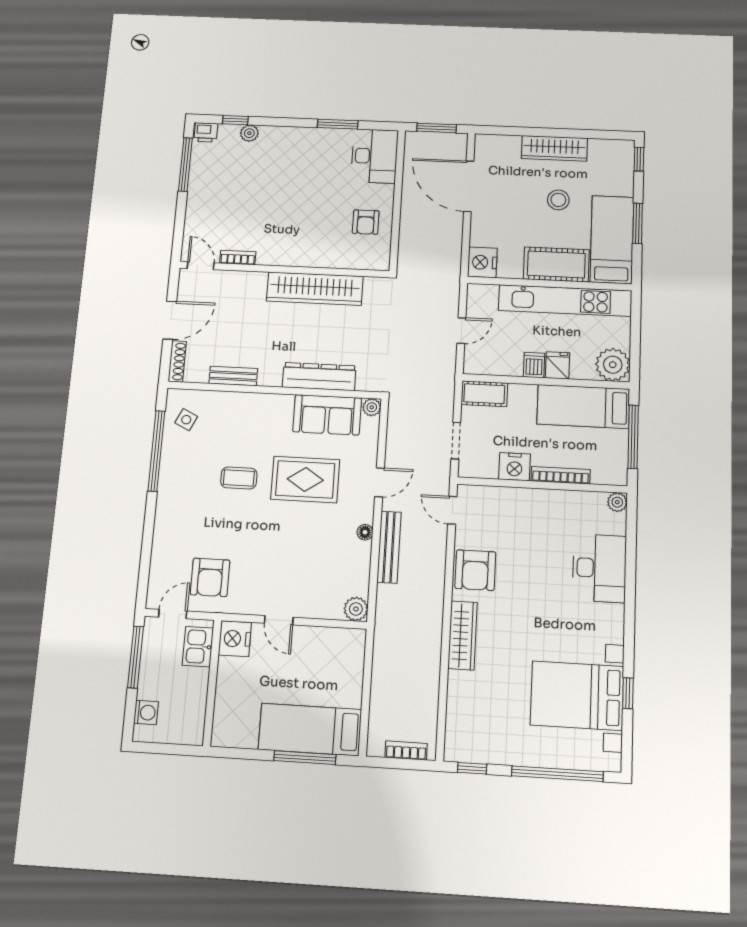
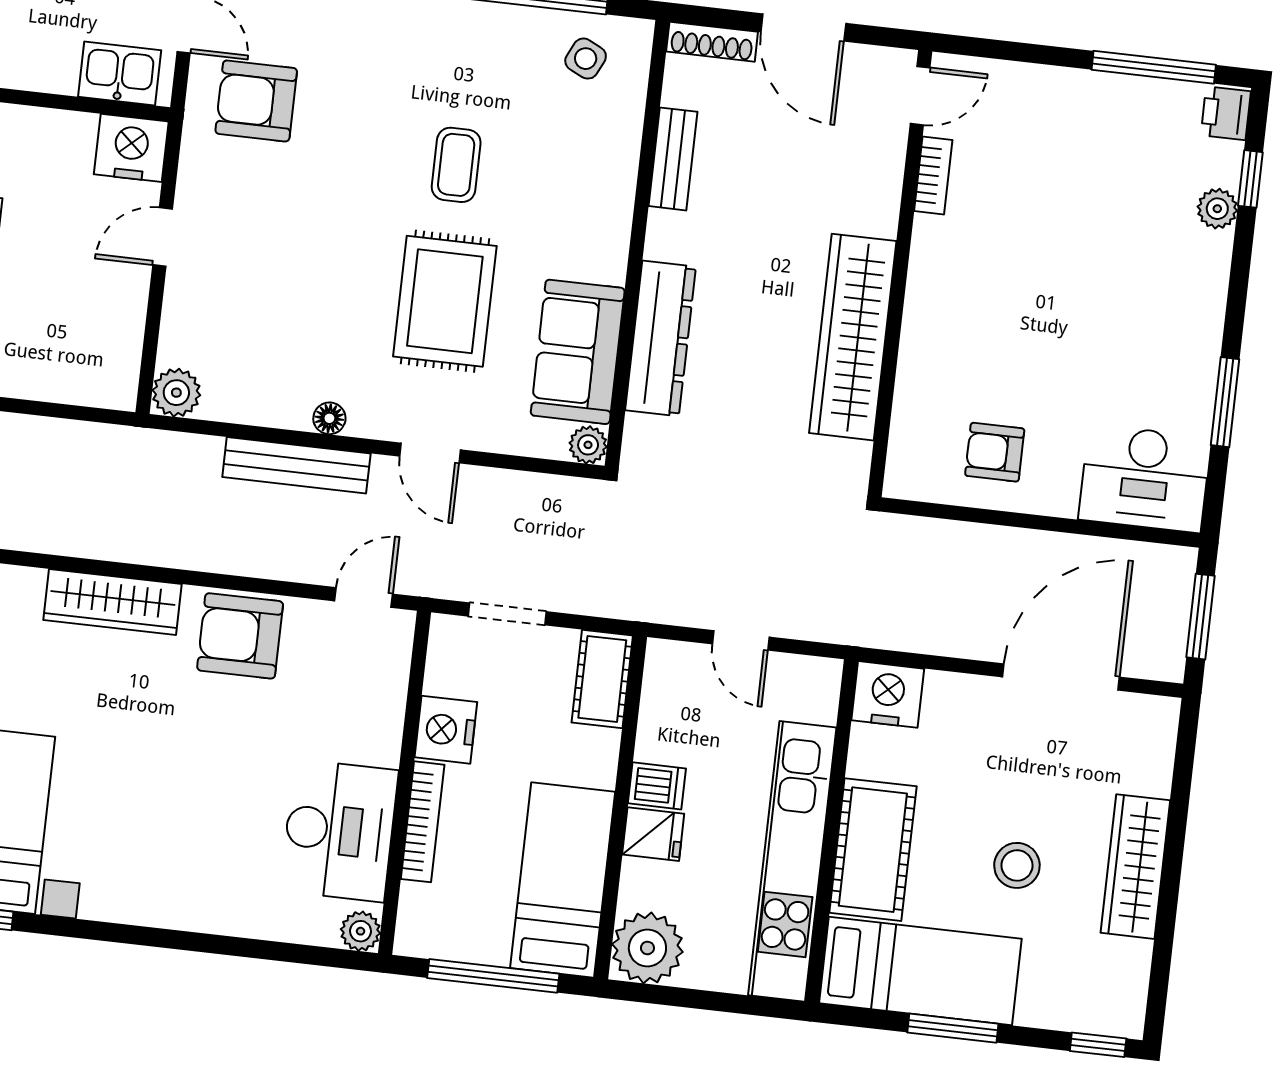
desk: (599, 568) -> (339, 831), moved, turned -90

